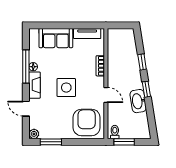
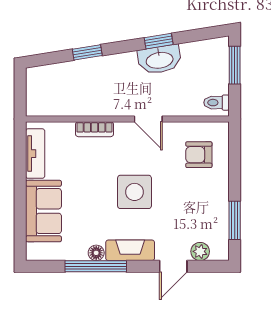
window: (146, 89) -> (159, 41), moved
door: (106, 95) -> (148, 119), swing flipped
armchair: (87, 122) -> (199, 155), width x0.53, depth x0.53
plant: (34, 134) -> (200, 251), moved
window: (124, 142) -> (235, 65), moved

